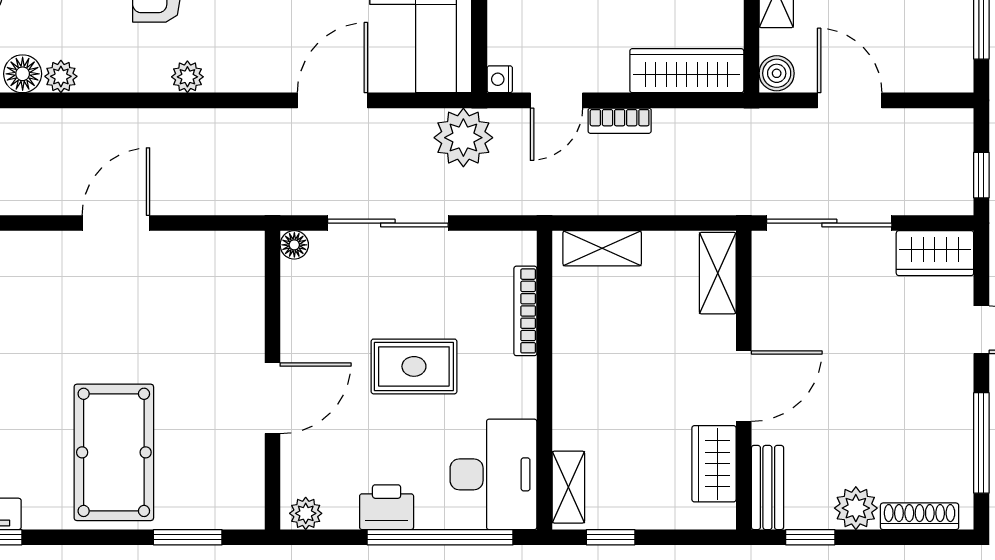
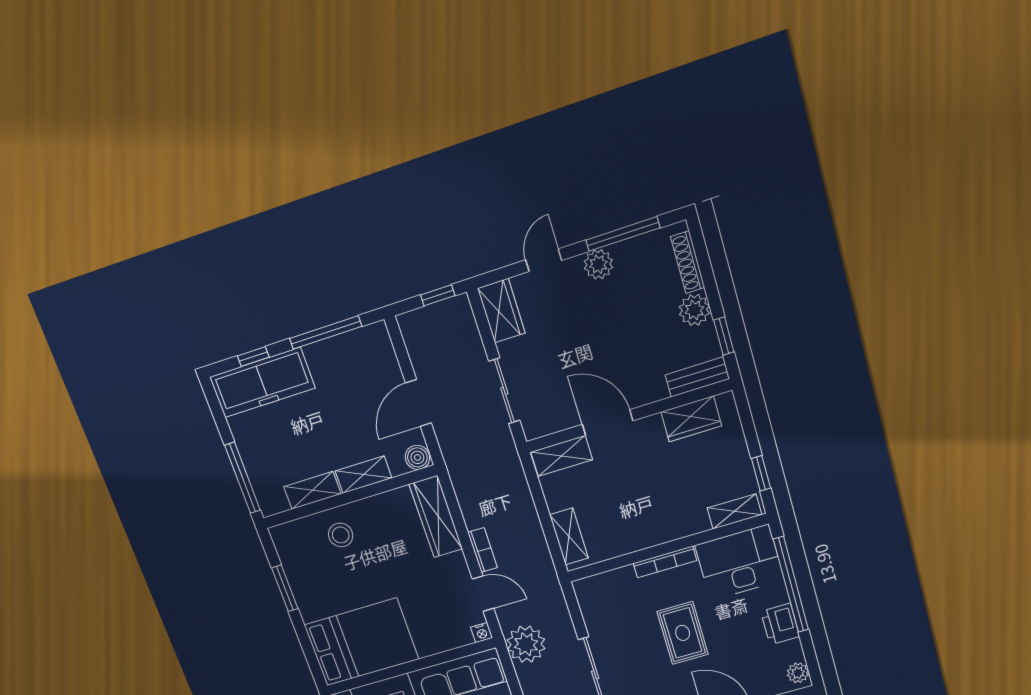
sliding door: (829, 223) -> (504, 391), width x0.73
bookcase: (525, 311) -> (665, 562), moved
door: (744, 386) -> (608, 423), moved
plant: (954, 400) -> (598, 264), added

